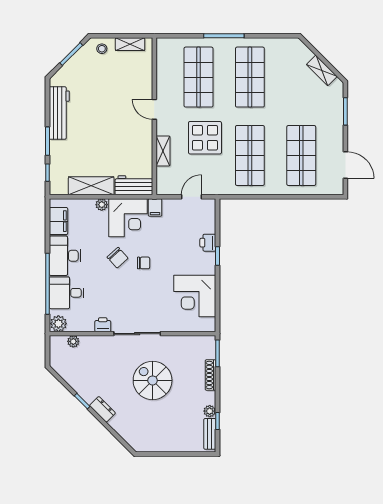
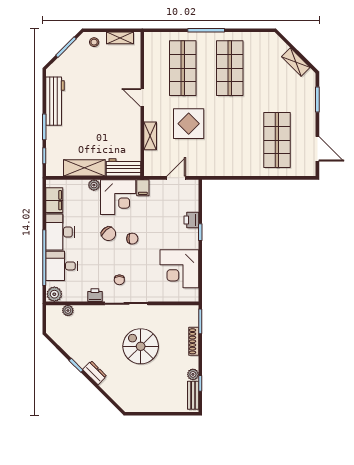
shop shelf: (250, 155) -> (230, 140), removed
chair: (129, 308) -> (119, 280), added

